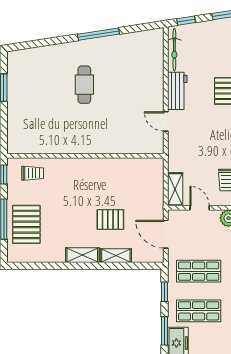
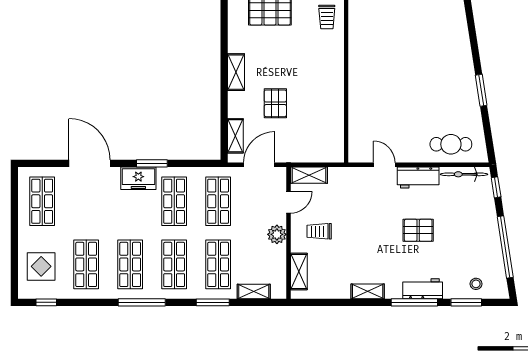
window: (99, 34) -> (481, 90), width x0.69
cafe table: (84, 85) -> (451, 144), moved
door: (166, 121) -> (384, 165), hinge flipped
shelving: (116, 256) -> (235, 136), moved
window: (164, 292) -> (195, 163), removed

